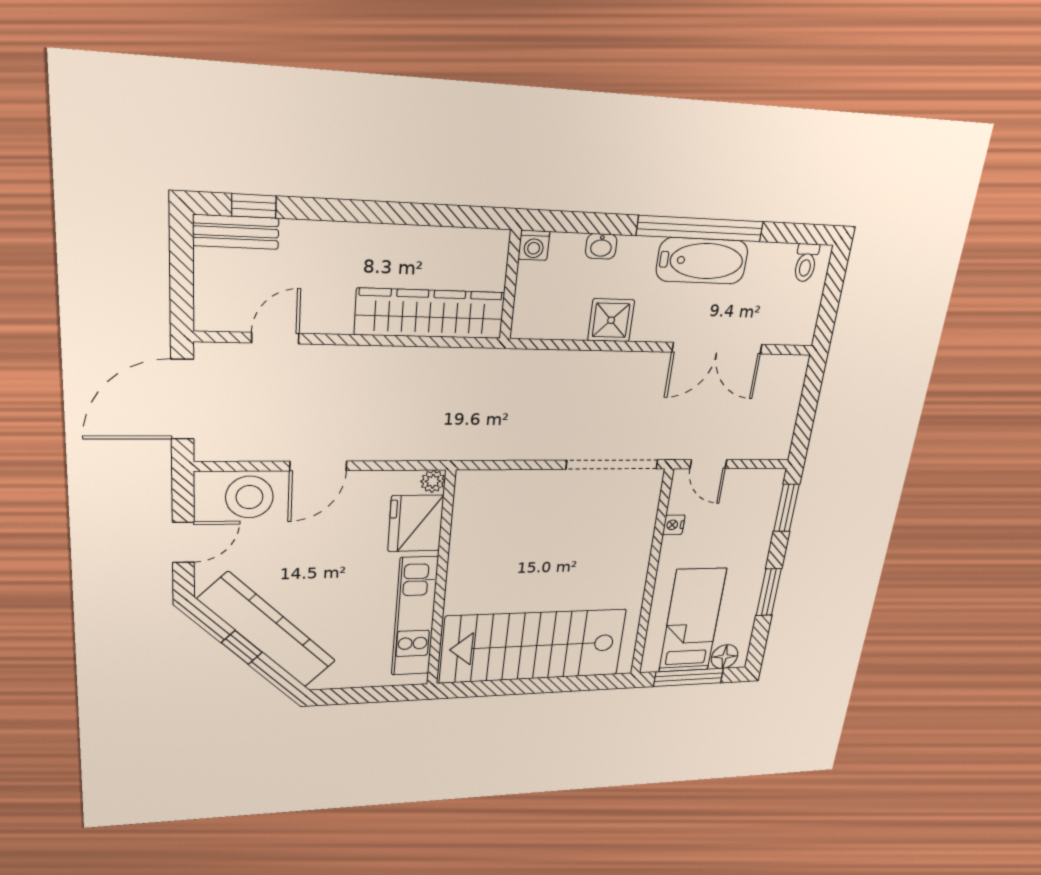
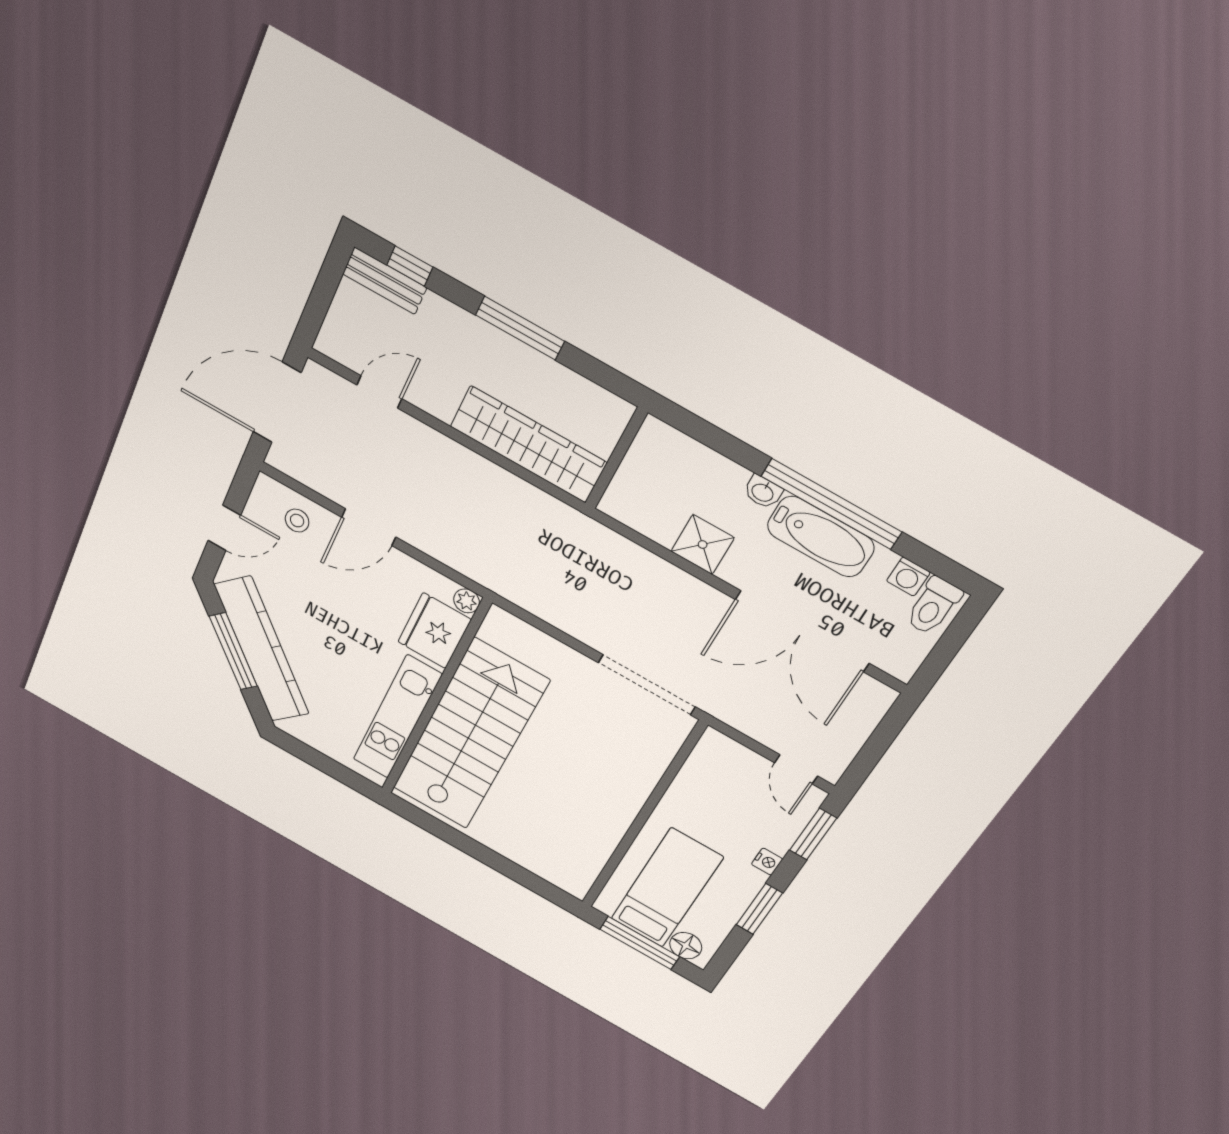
window: (379, 212) -> (520, 328), added
washing machine: (534, 245) -> (908, 577), moved
washbasin: (601, 246) -> (763, 492), moved
toilet: (806, 263) -> (933, 606), width x1.37, depth x1.39
double door: (717, 348) -> (802, 631), width x1.36
door: (708, 464) -> (796, 769), moved
stool: (249, 497) -> (297, 521), width x0.53, depth x0.53
nightstand: (674, 525) -> (767, 862), moved, turned 180
stairs: (533, 646) -> (470, 735), moved, turned 90
window: (242, 647) -> (233, 651), width x2.17

